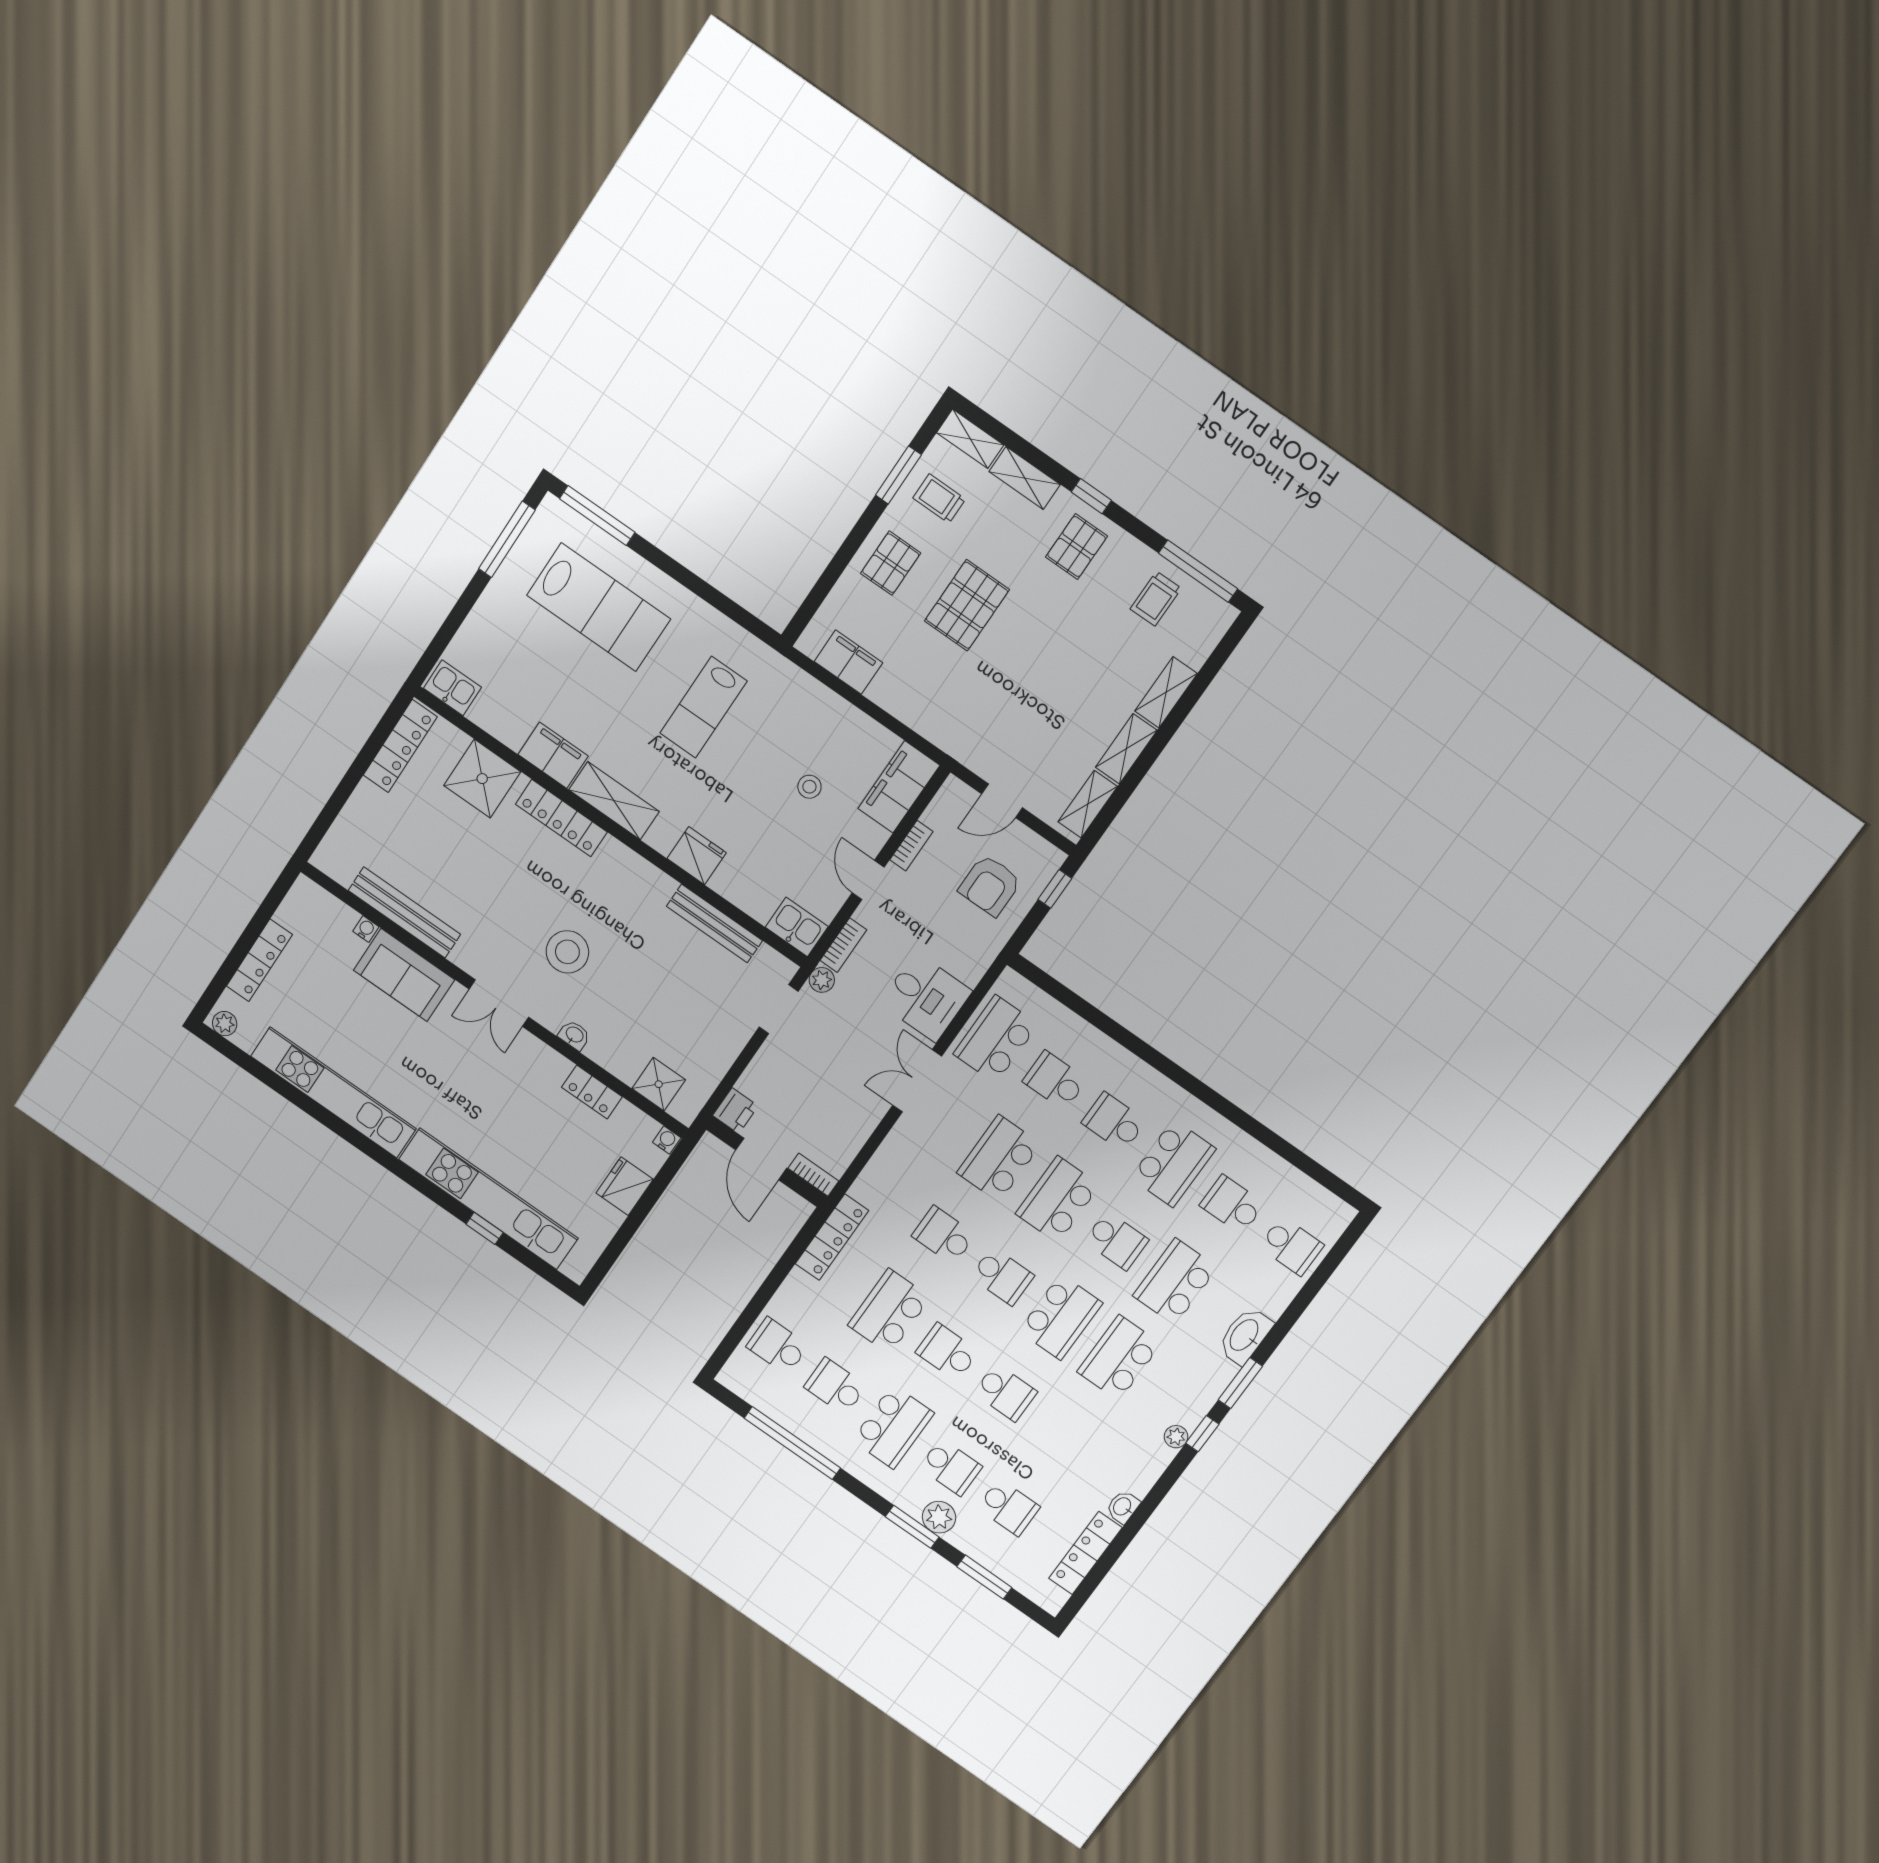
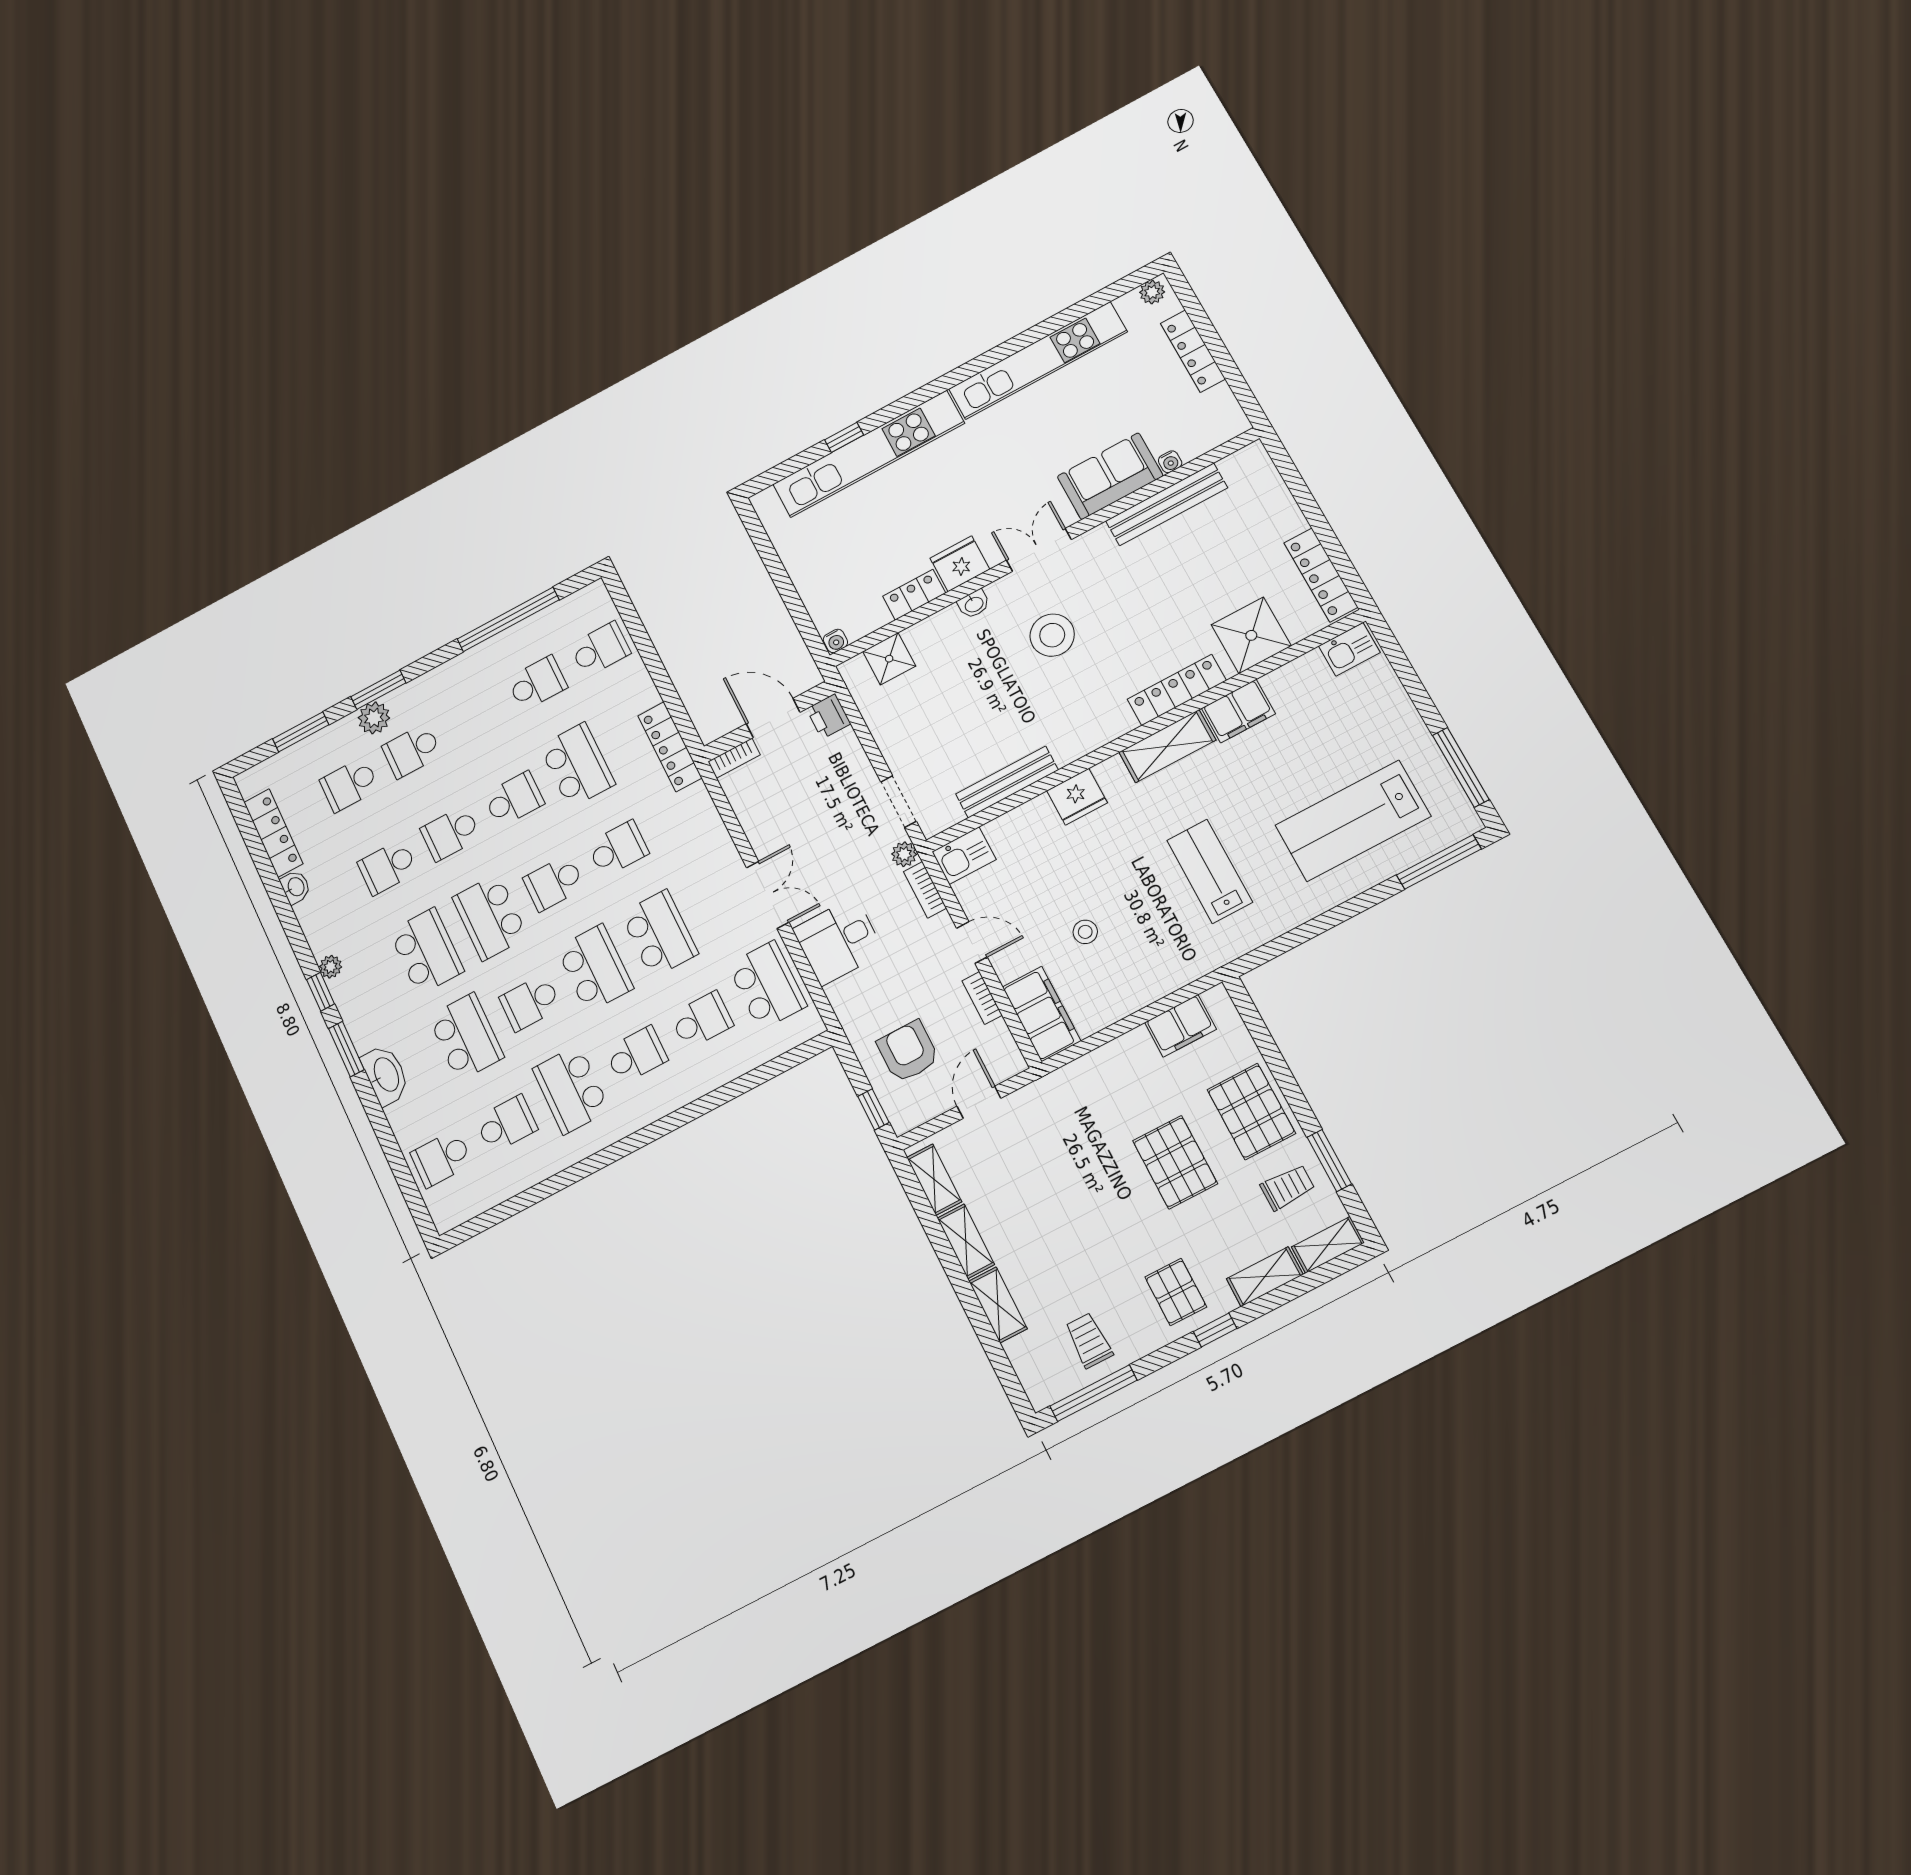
pallet: (891, 563) -> (1251, 1112), width x1.50, depth x1.42
fridge: (625, 1186) -> (960, 564), moved, turned -90
school desk: (893, 1427) -> (388, 867), moved, width x0.54

